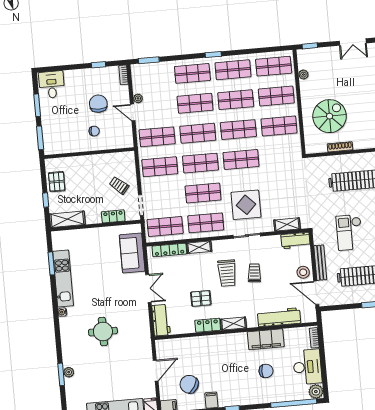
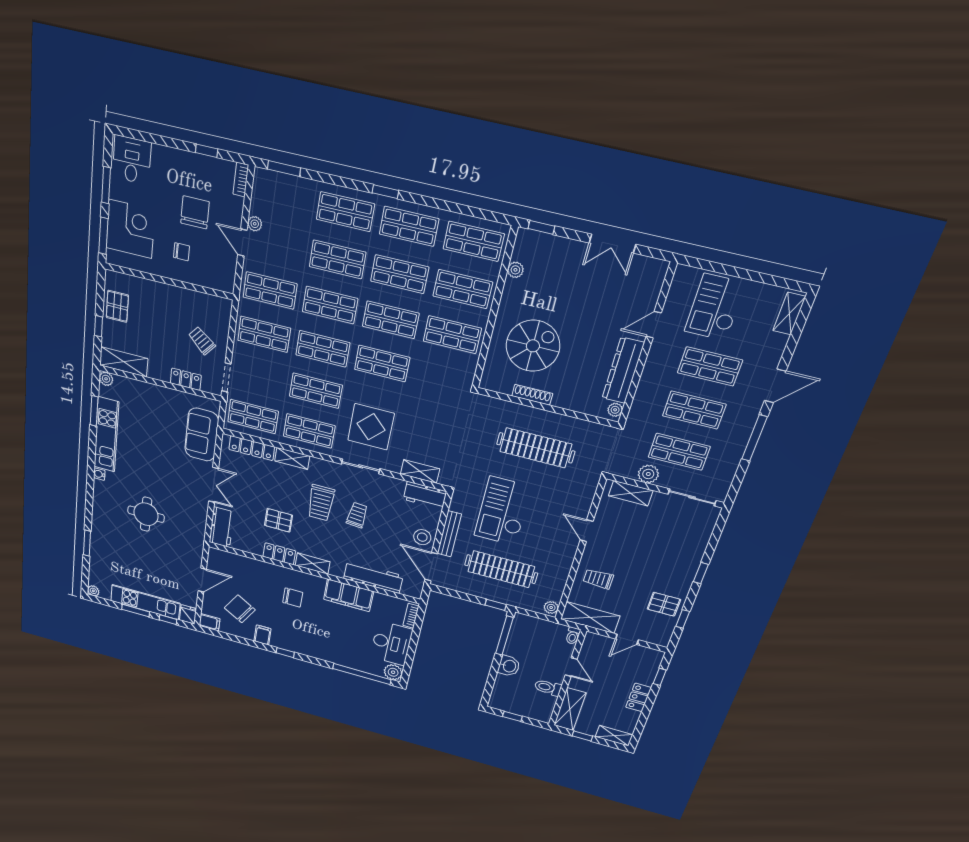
corner desk: (58, 128) -> (130, 229), added
checkout: (349, 232) -> (503, 511), width x1.36, depth x1.21
chair: (266, 371) -> (293, 597), moved
plant: (69, 372) -> (106, 379), moved

